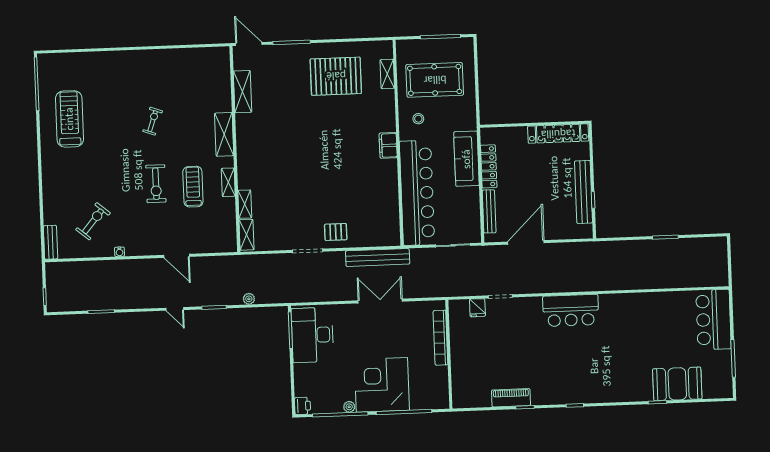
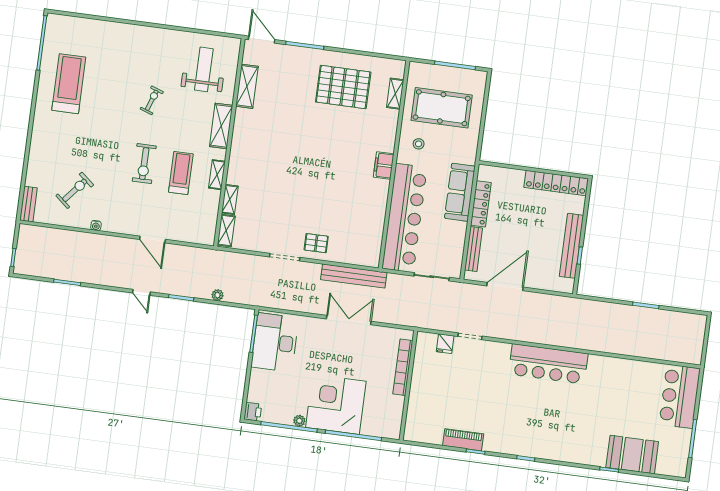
weight bench: (198, 82) -> (204, 69), added
bar counter: (571, 310) -> (548, 364), width x1.36

